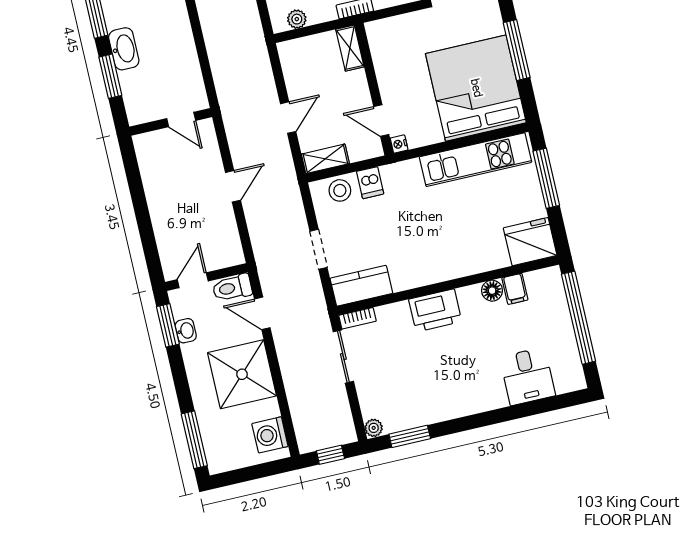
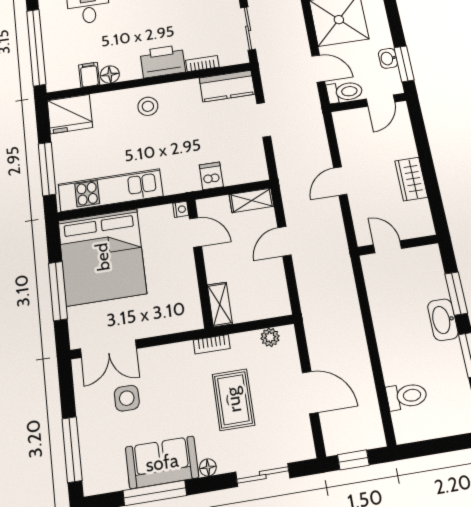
stool: (340, 190) -> (148, 106), moved
wardrobe: (158, 194) -> (411, 179), added
bookcase: (357, 318) -> (202, 64), moved

